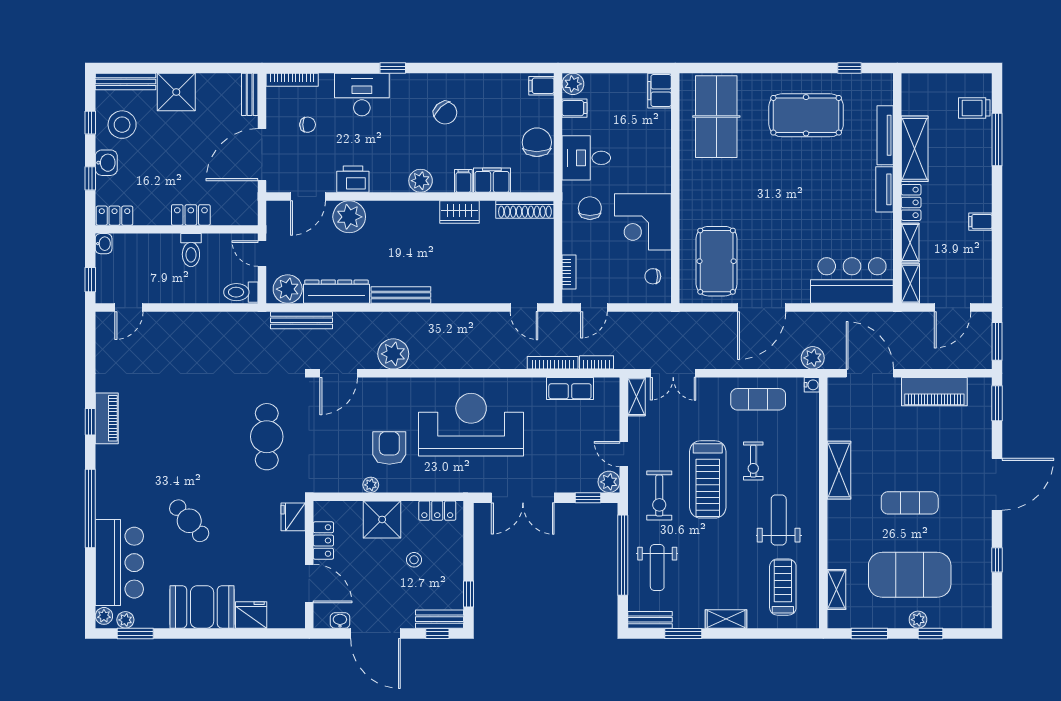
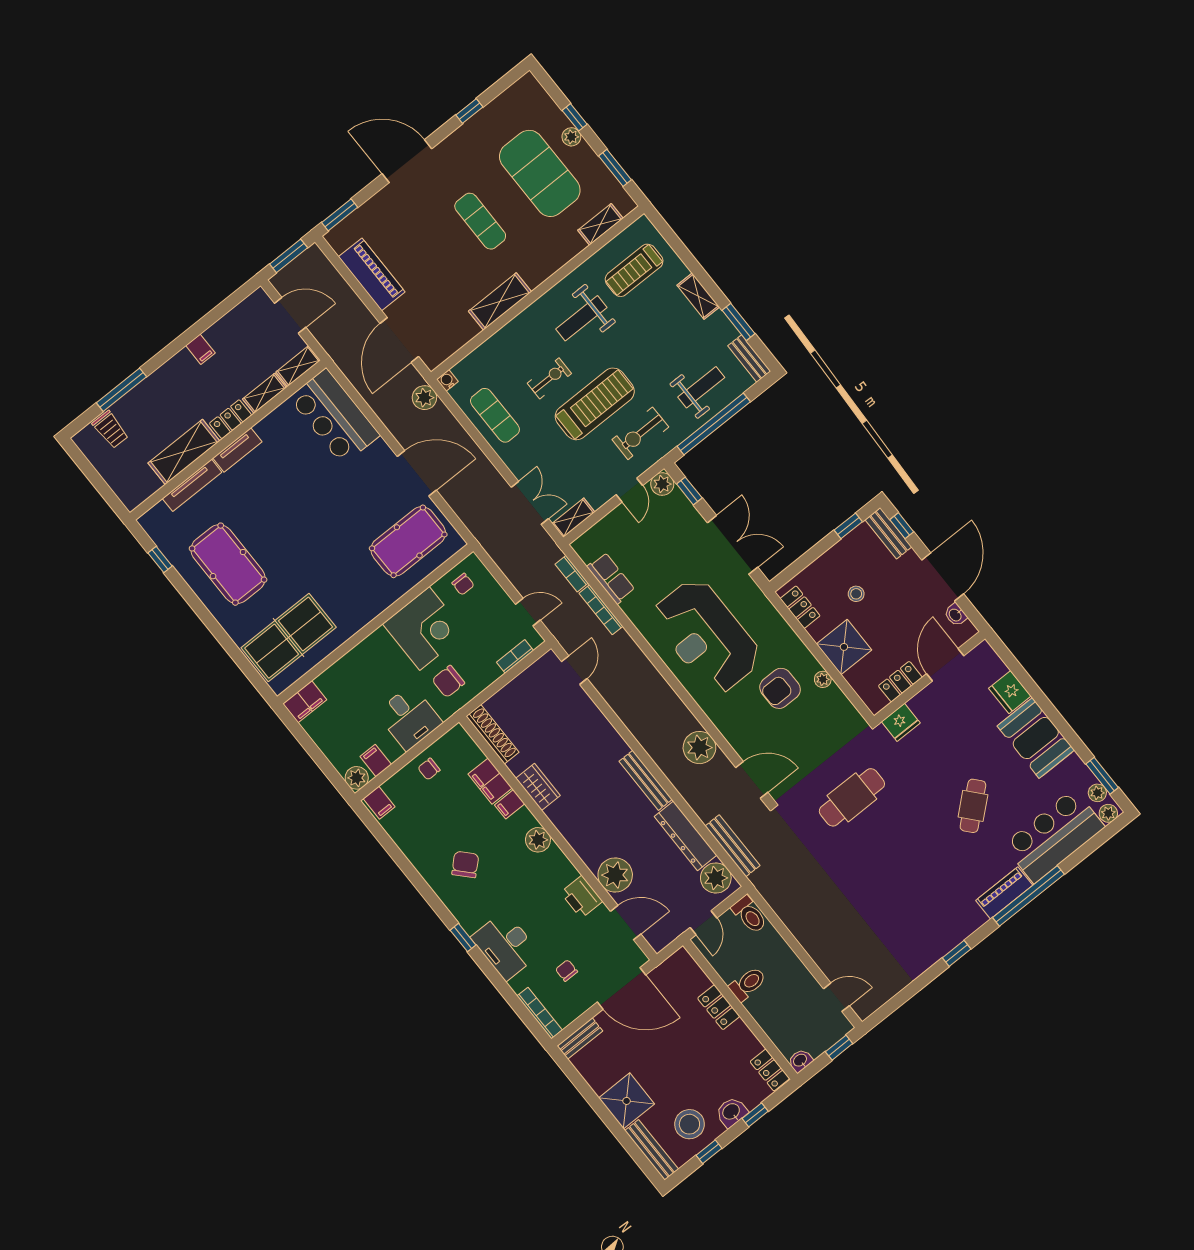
chair: (537, 142) -> (429, 769), width x0.54, depth x0.54
piano: (107, 418) -> (1004, 893), moved
exercise bike: (659, 496) -> (640, 433), turned 180

